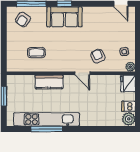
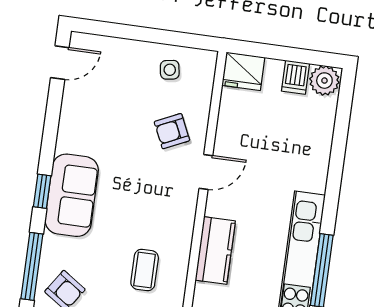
plant: (130, 67) -> (206, 60), removed

